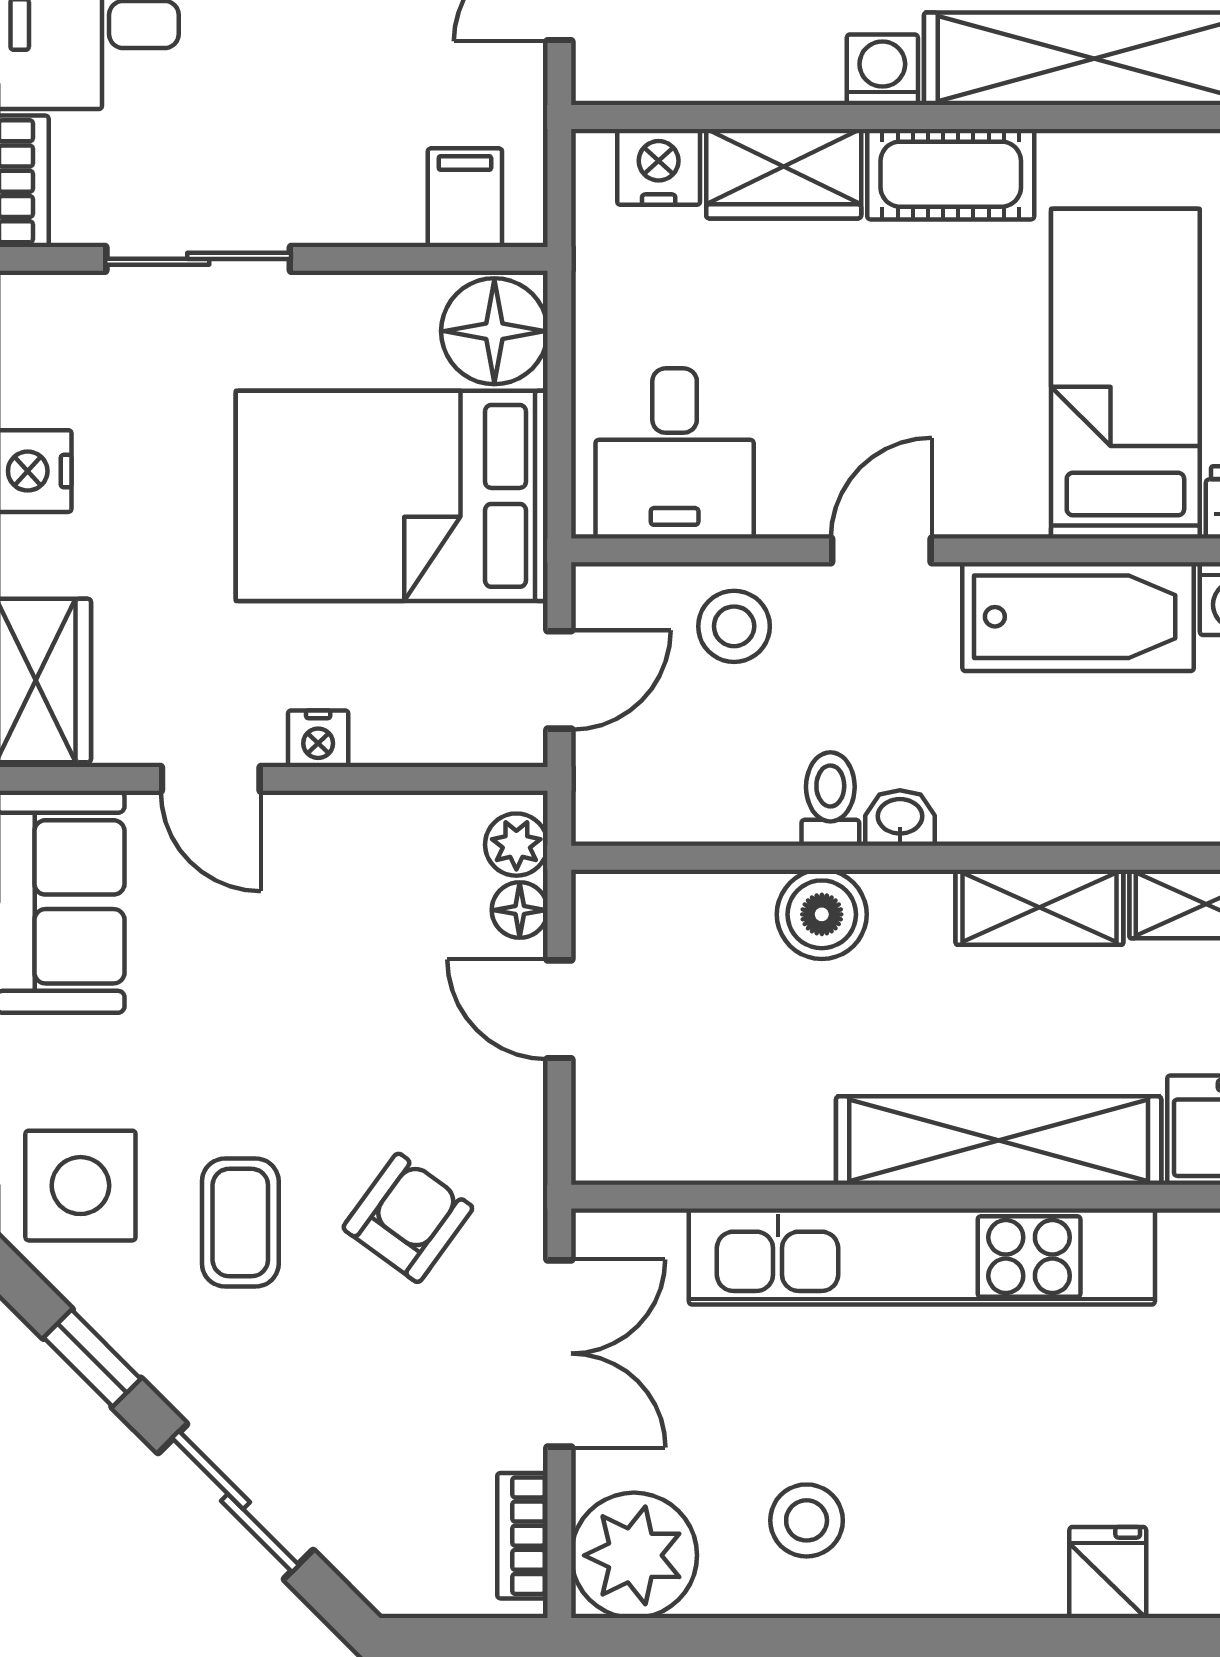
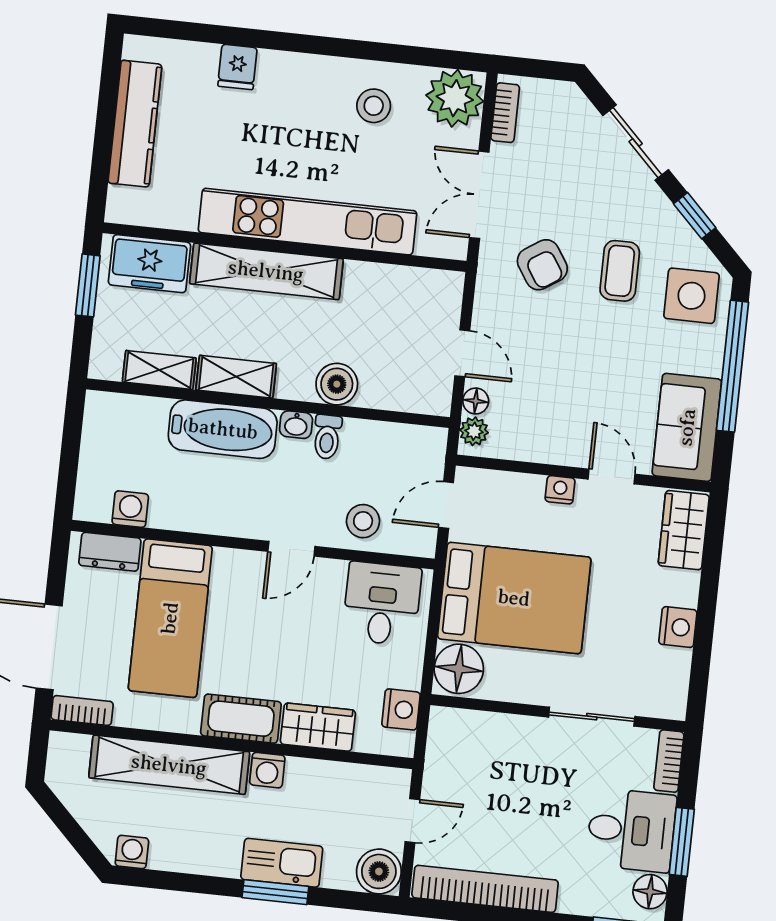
nightstand: (659, 167) -> (401, 709), moved, turned -90
filing cabinet: (465, 198) -> (466, 732), removed
bathtub: (1078, 617) -> (223, 429), moved, turned 180
armchair: (408, 1218) -> (542, 265), turned -69

